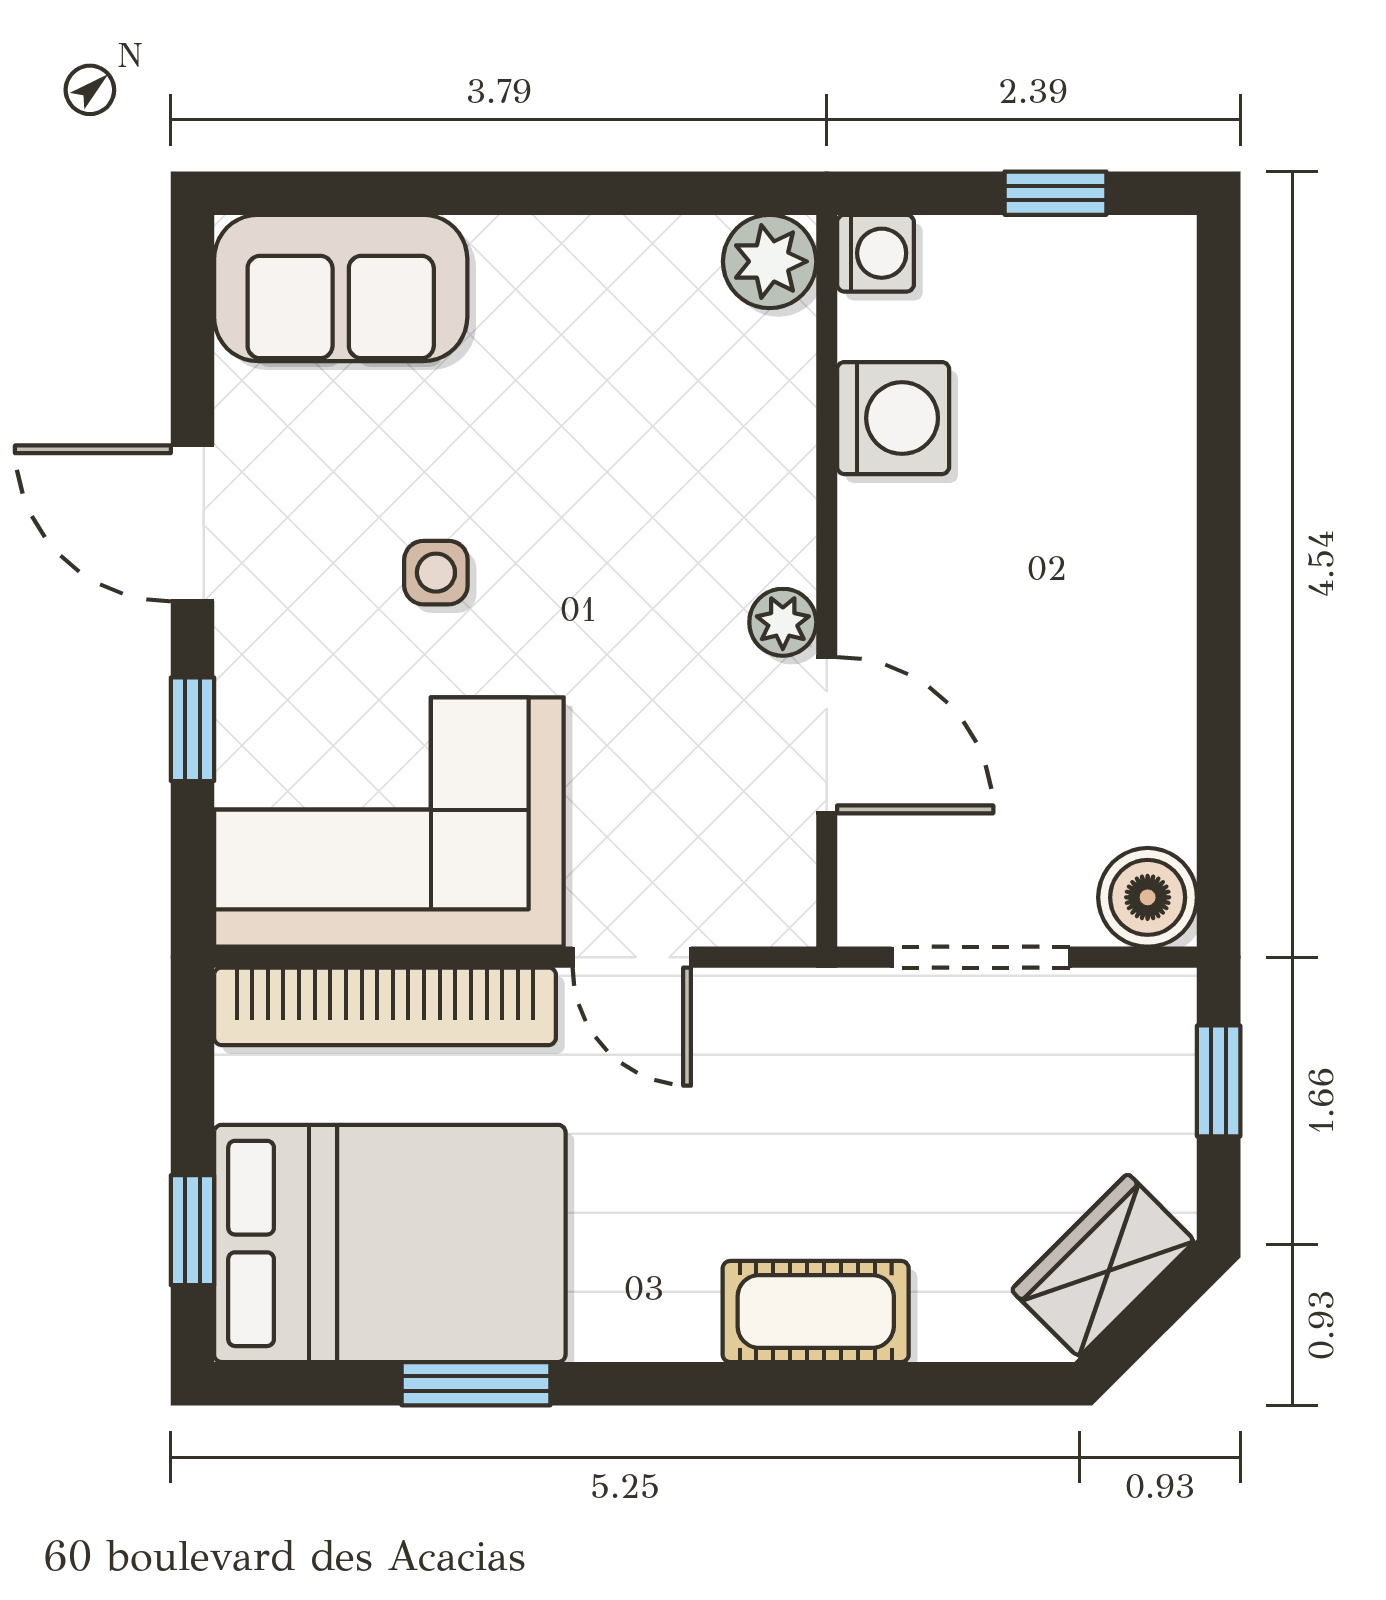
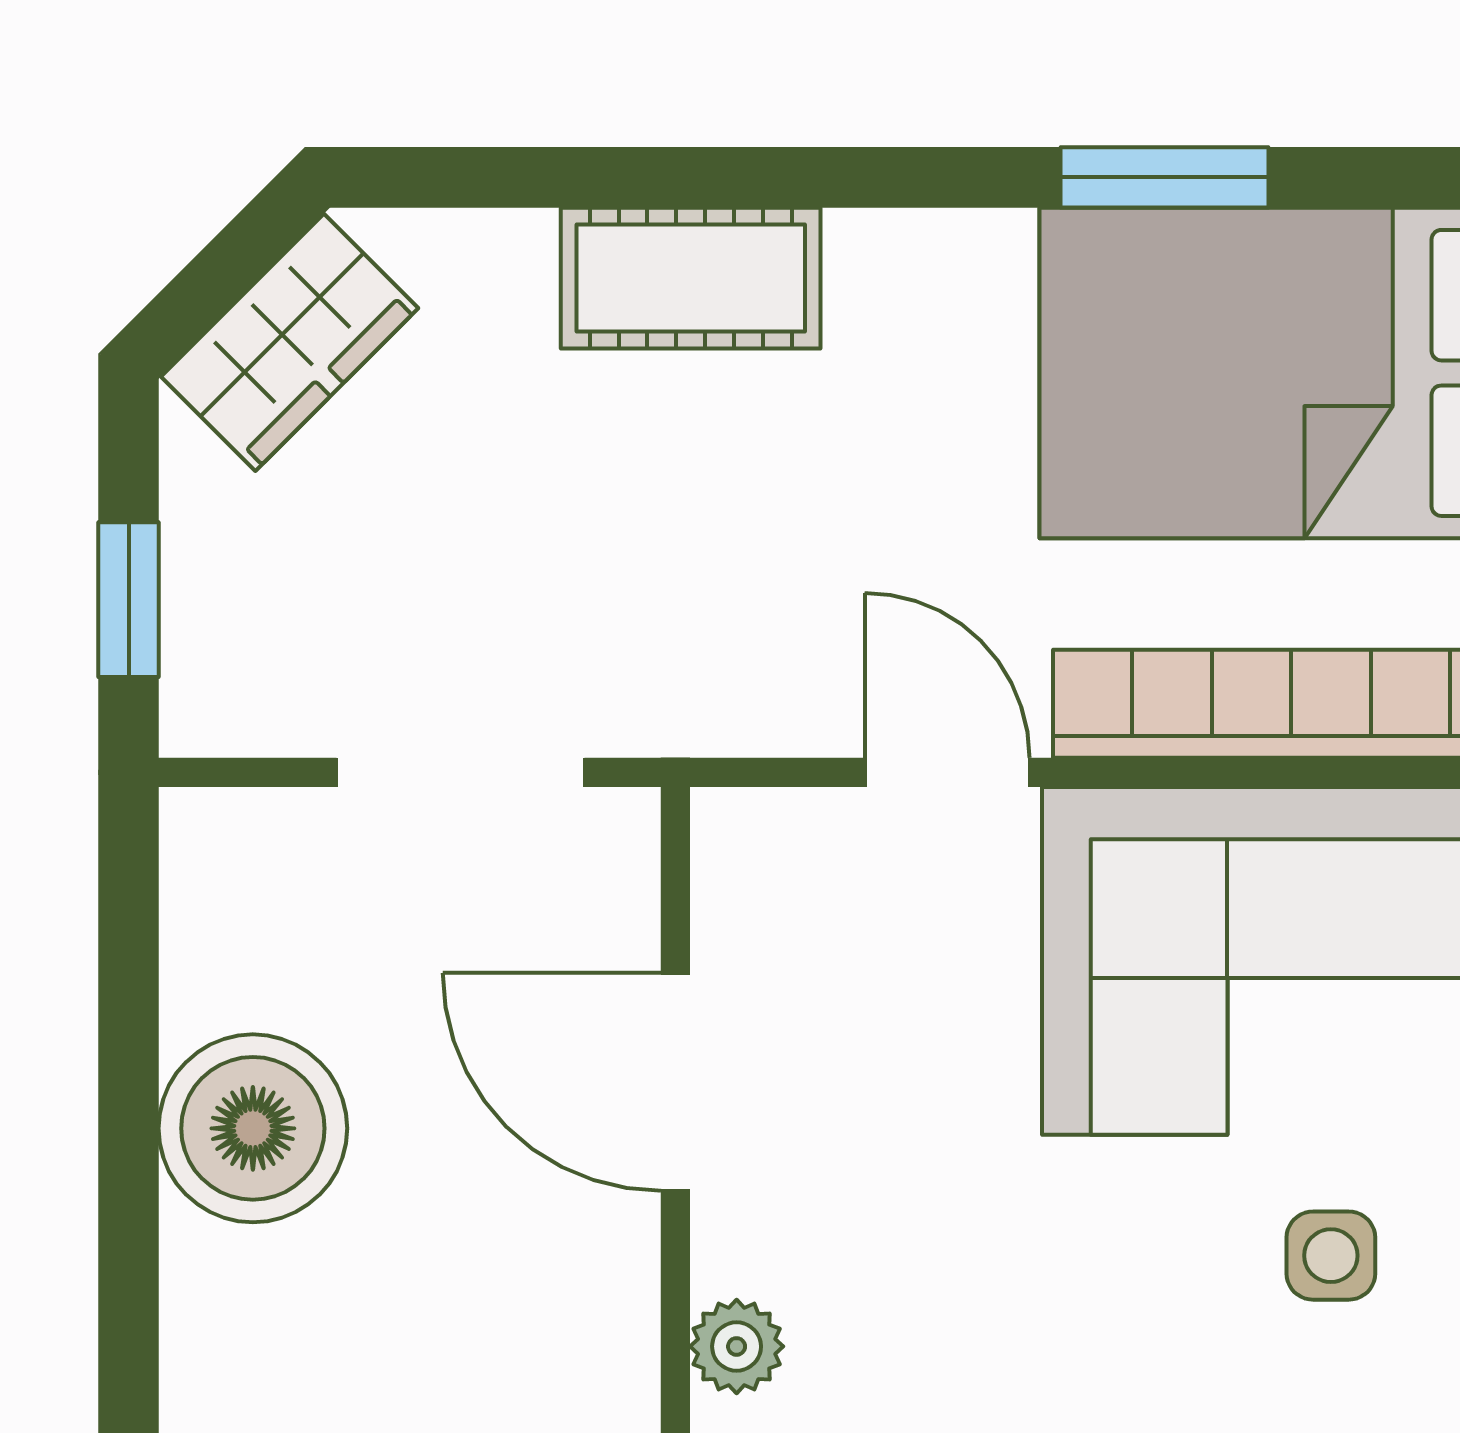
side table: (436, 573) -> (1331, 1256), moved
plant: (783, 622) -> (737, 1346), moved
boiler: (1148, 897) -> (253, 1128), moved, width x1.37, depth x1.37

